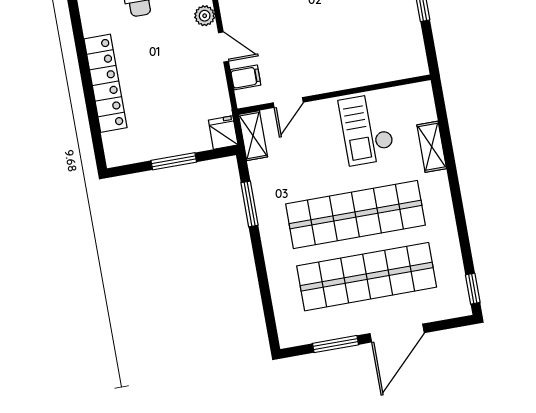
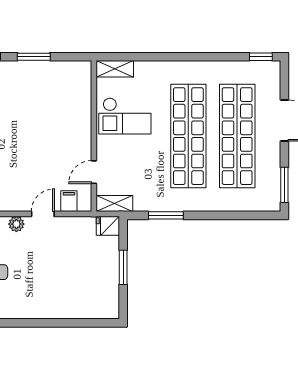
locker: (106, 83) -> (54, 309), removed
door: (288, 102) -> (94, 172), swing flipped
shelving: (432, 147) -> (115, 69), moved
window: (335, 344) -> (284, 185), moved

